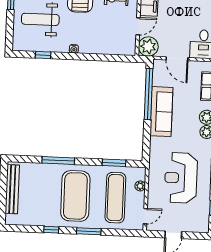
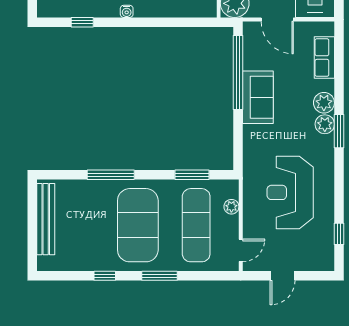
sofa: (161, 112) -> (258, 97), width x0.73

